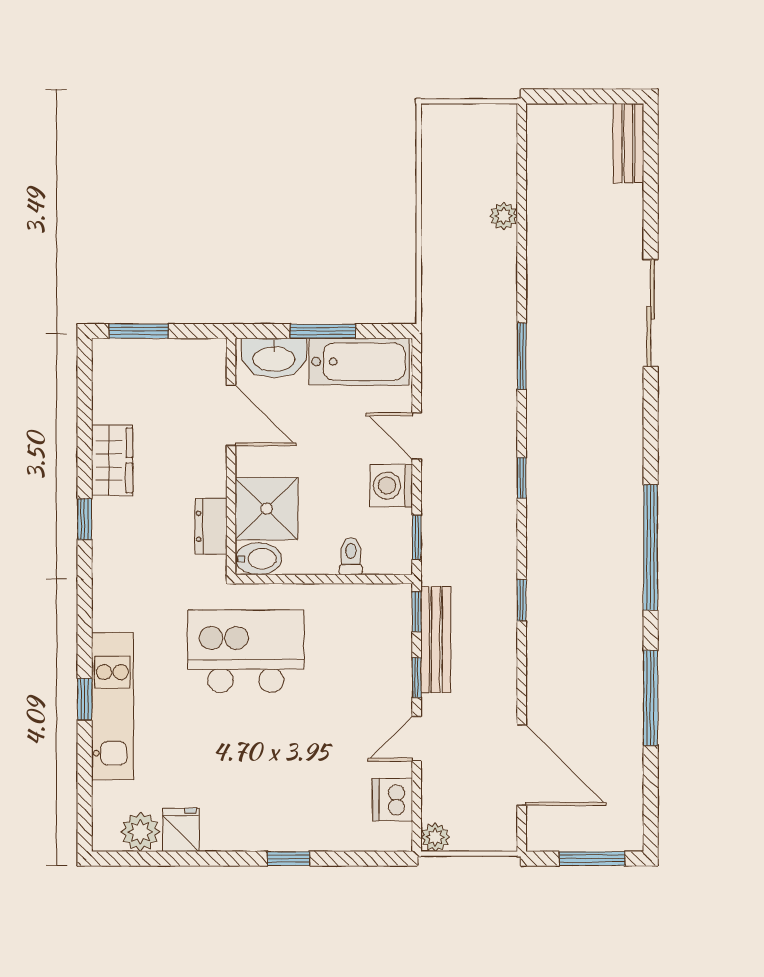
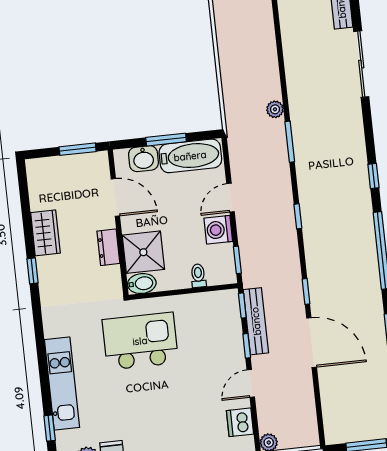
plant: (504, 216) -> (275, 109), moved
sliding door: (651, 313) -> (361, 64), moved
window: (139, 331) -> (78, 149), moved
washbasin: (274, 358) -> (143, 159), width x0.72
window: (651, 426) -> (373, 176), added
door: (417, 436) -> (231, 198), hinge flipped
dresser: (211, 526) -> (108, 247), moved
window: (85, 699) -> (50, 428), moved
door: (522, 765) -> (312, 343), moved

